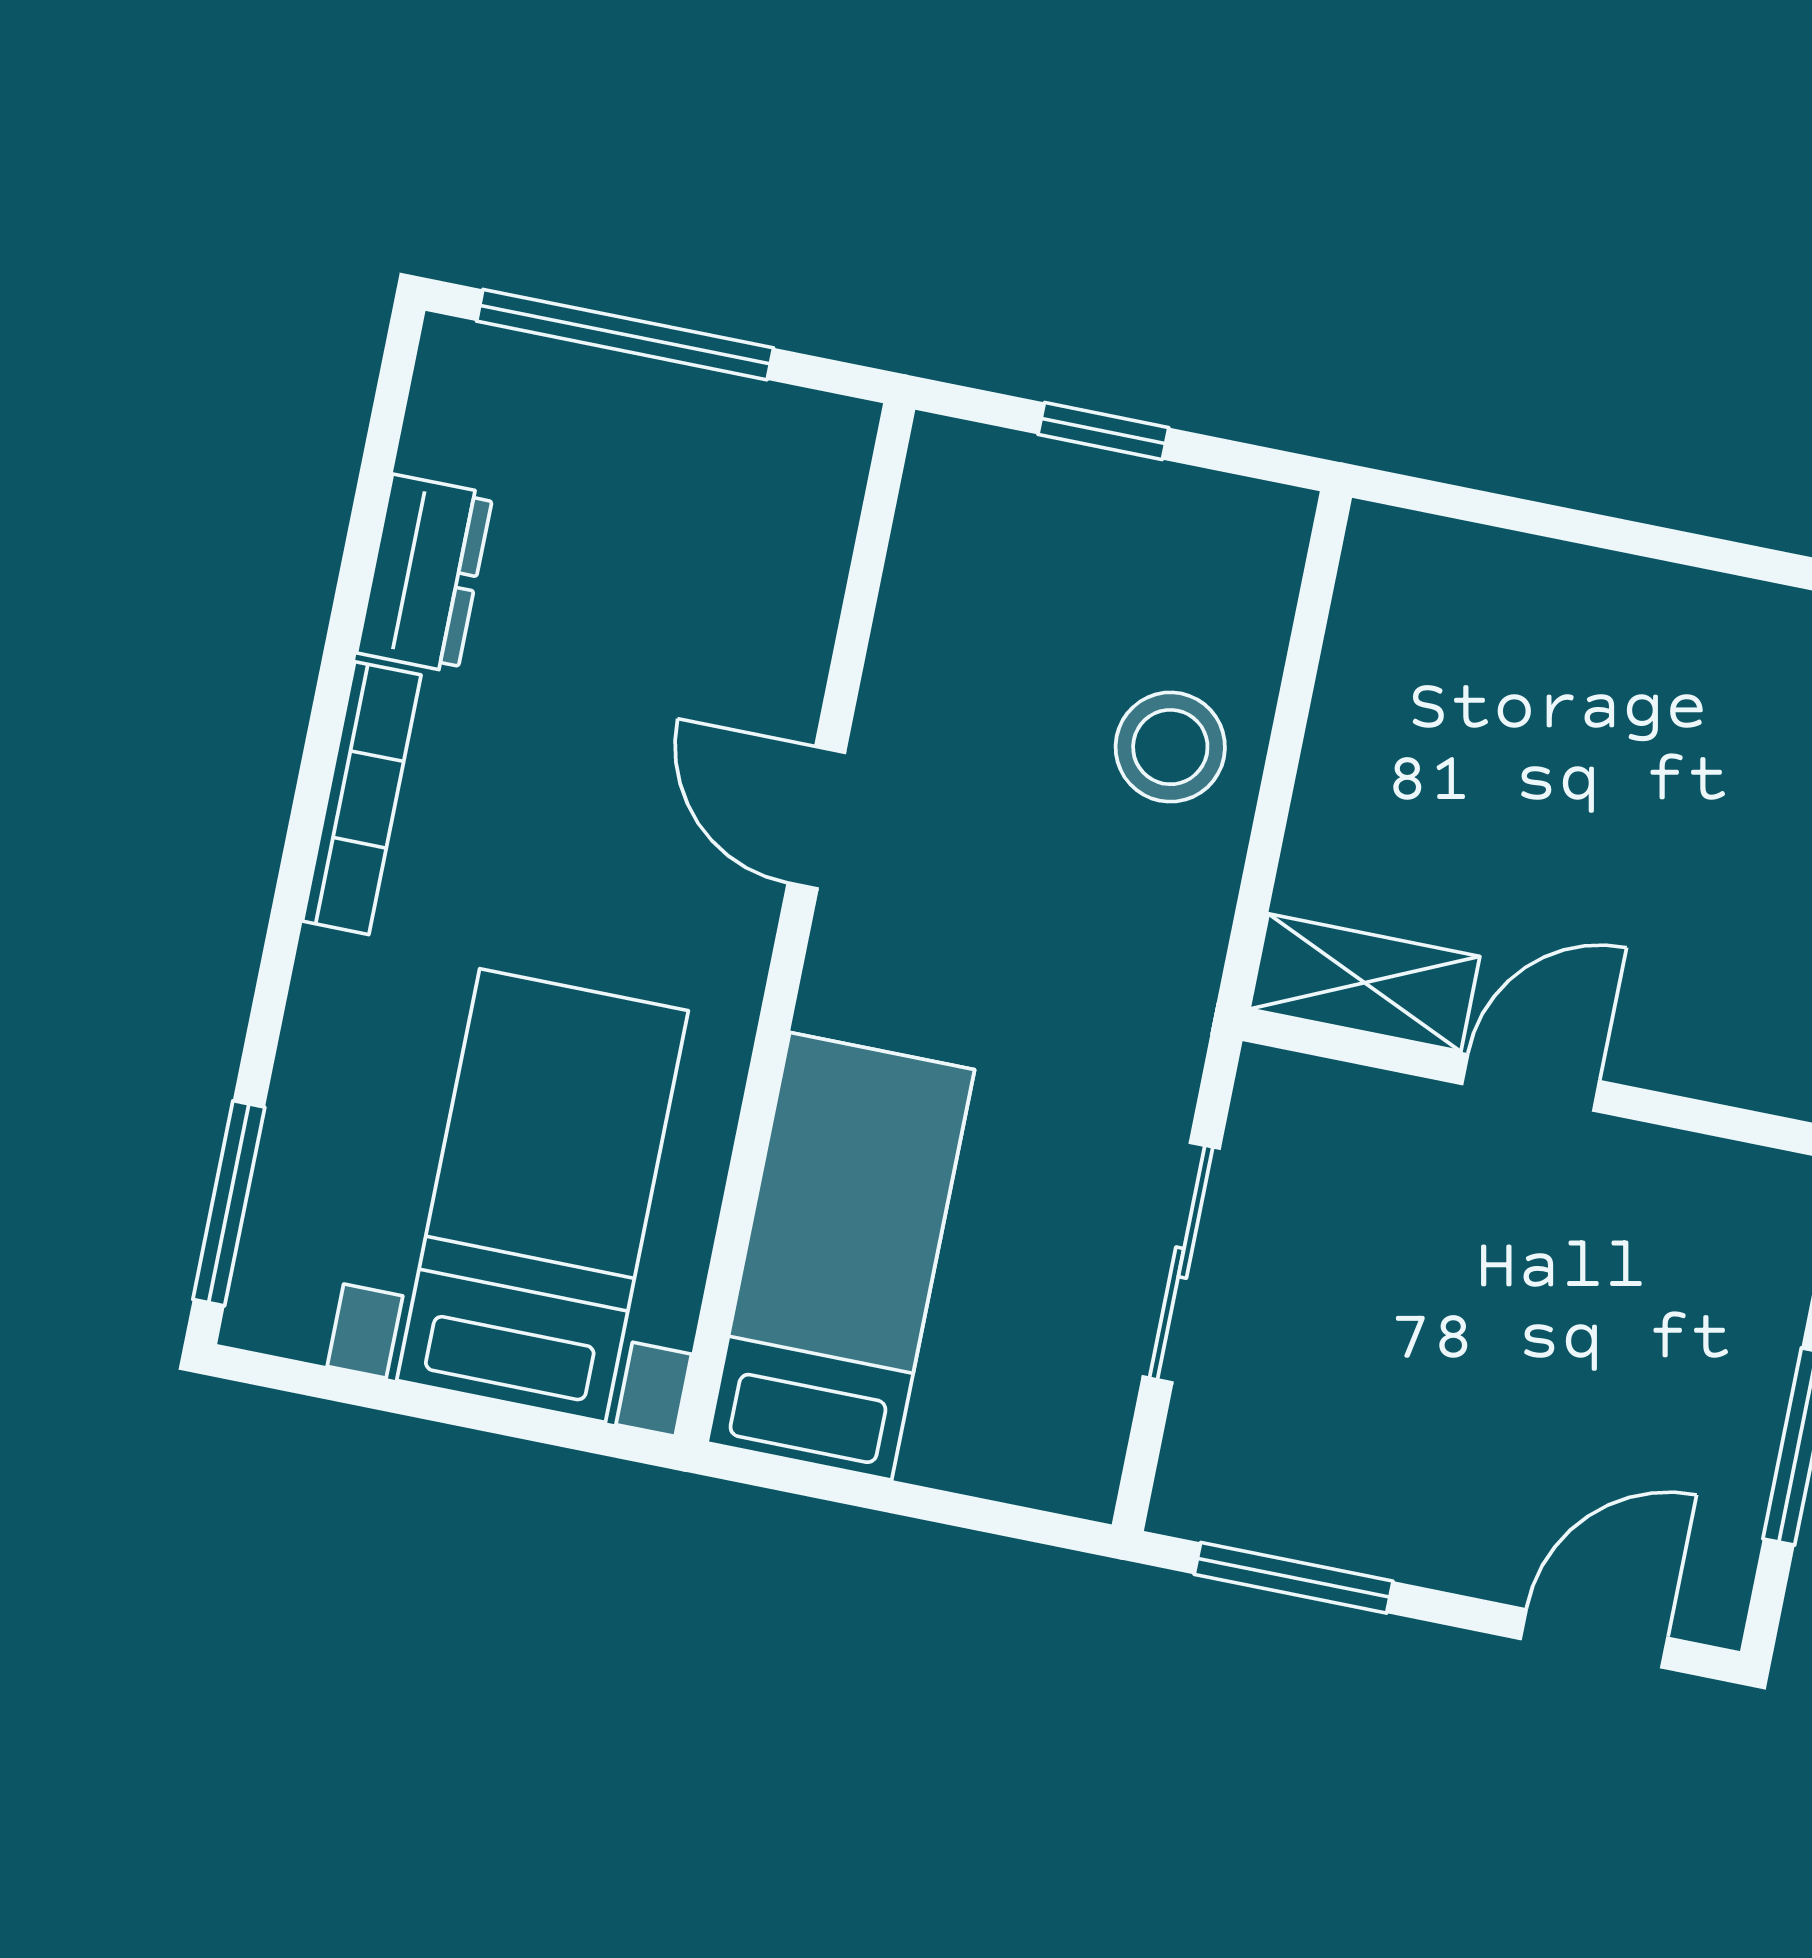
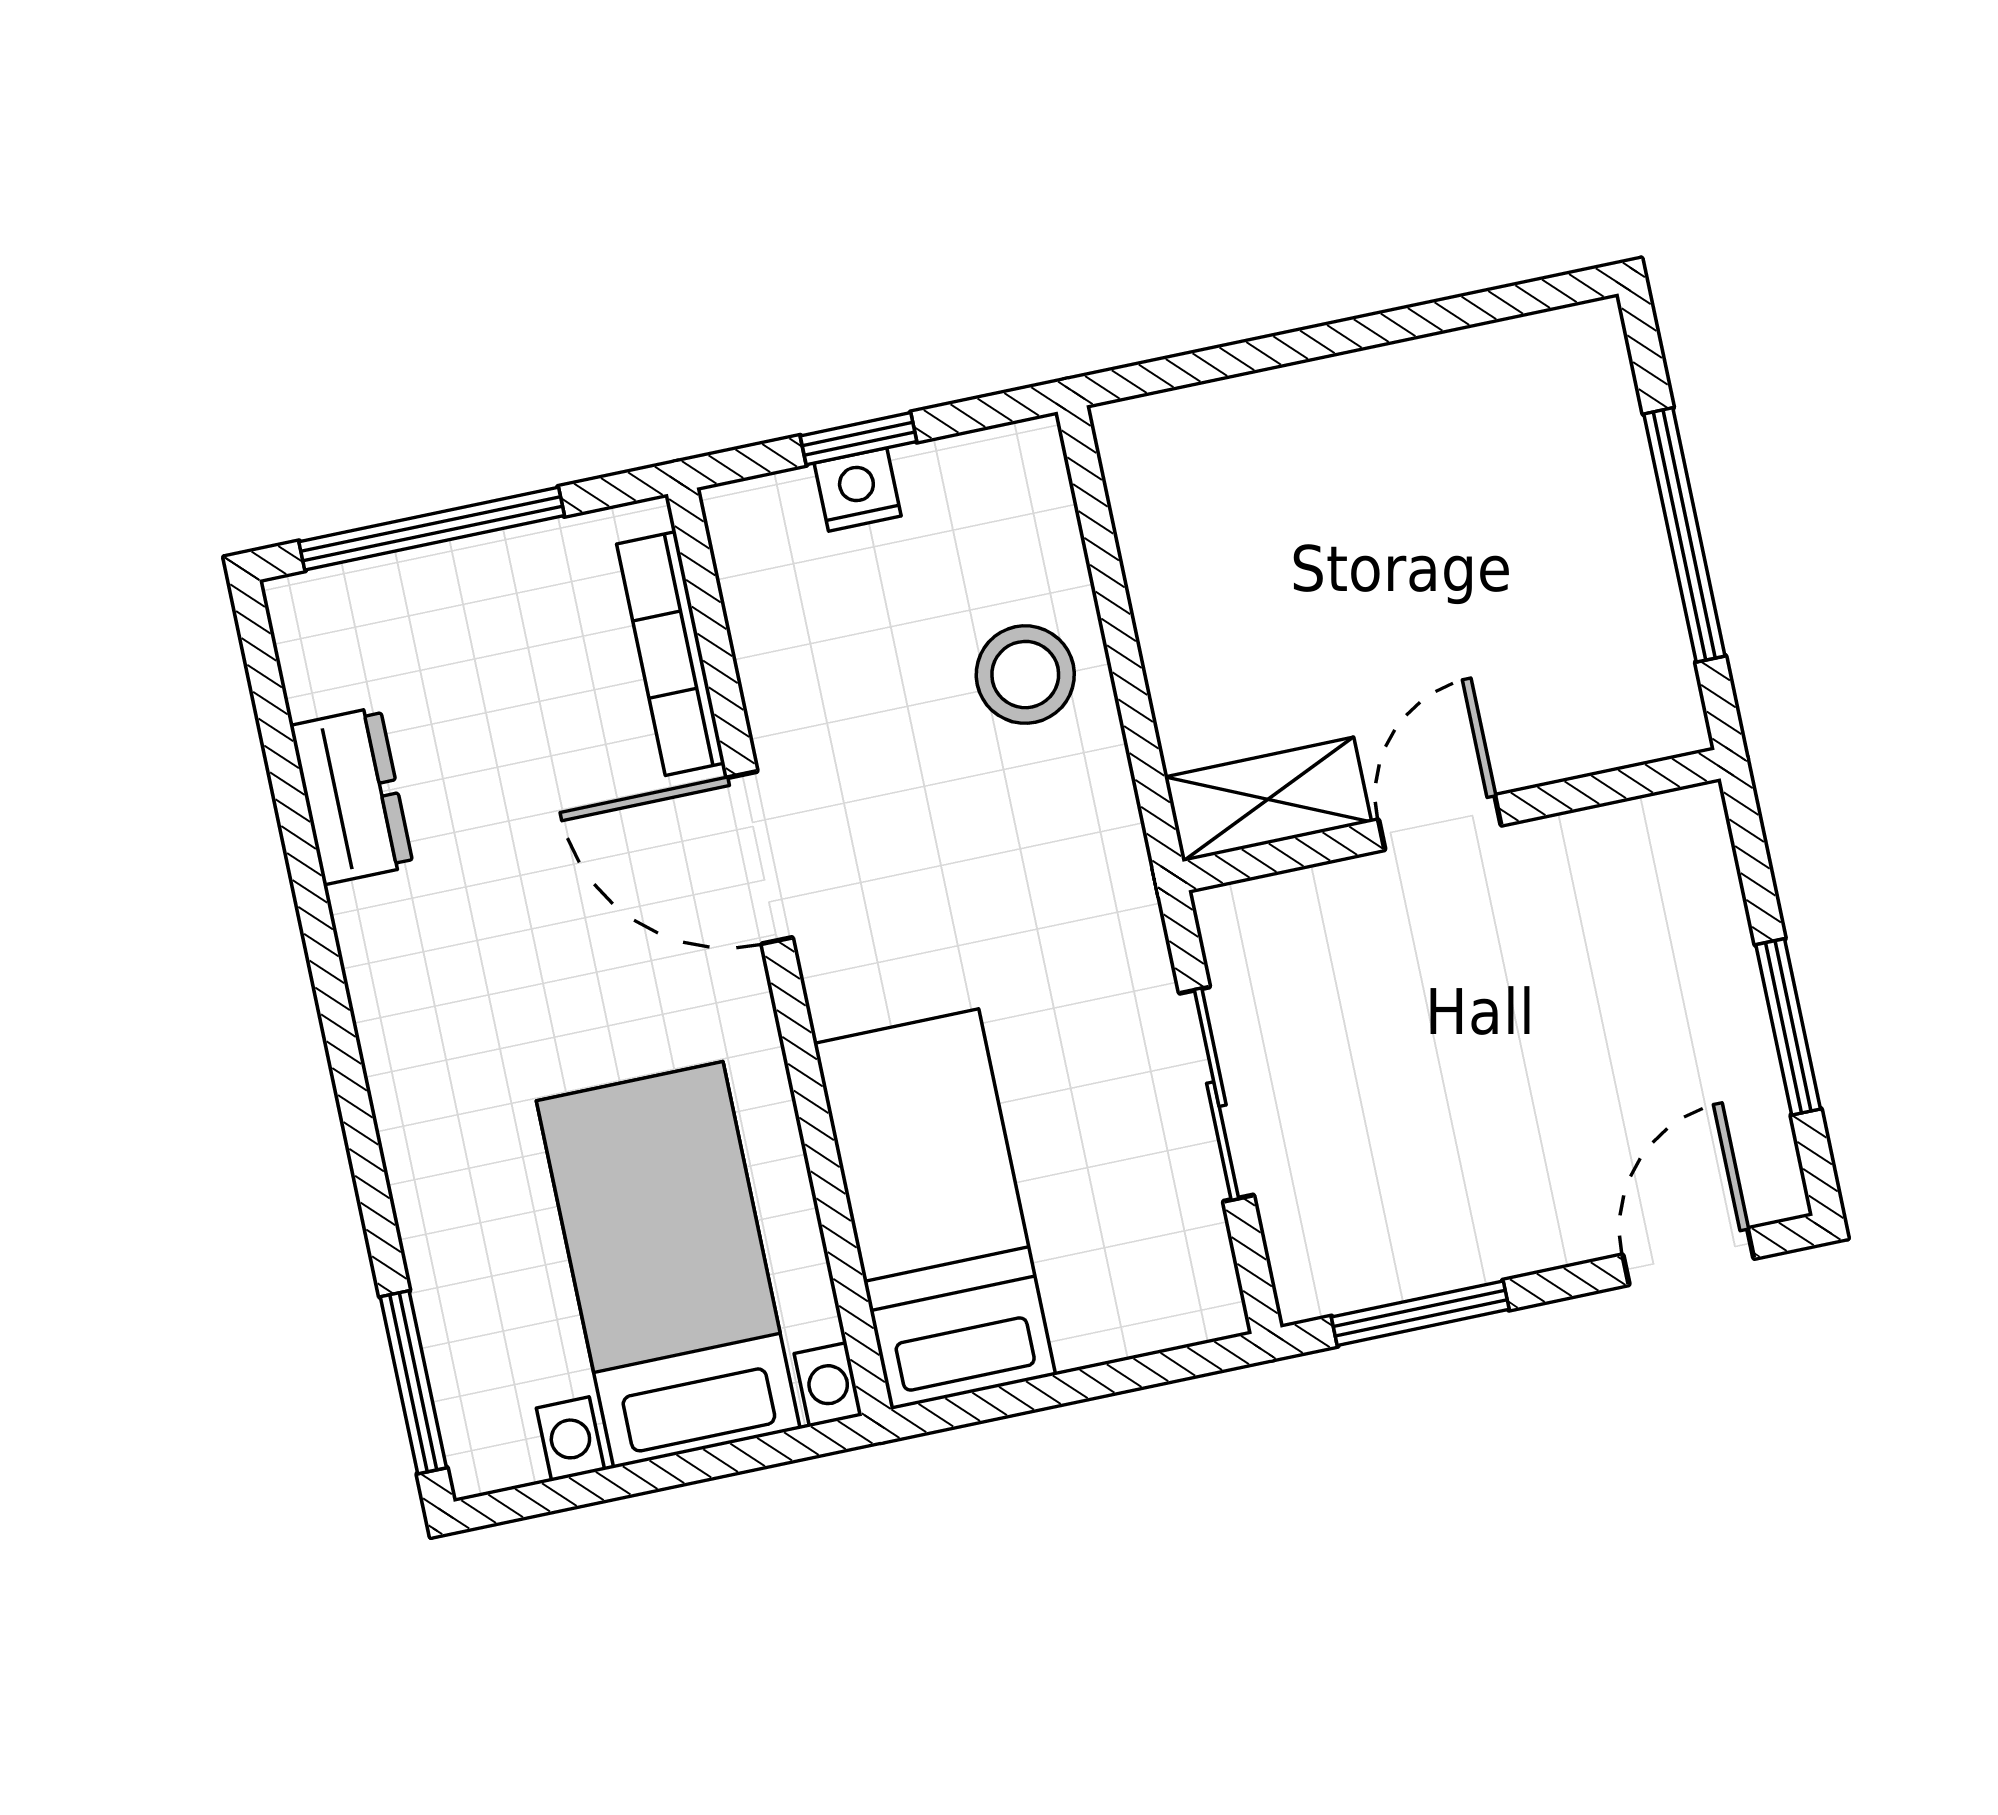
nightstand: (1080, 483) -> (858, 489), added
bookcase: (362, 798) -> (671, 653), moved, turned 180
door: (816, 818) -> (760, 858), width x1.38

